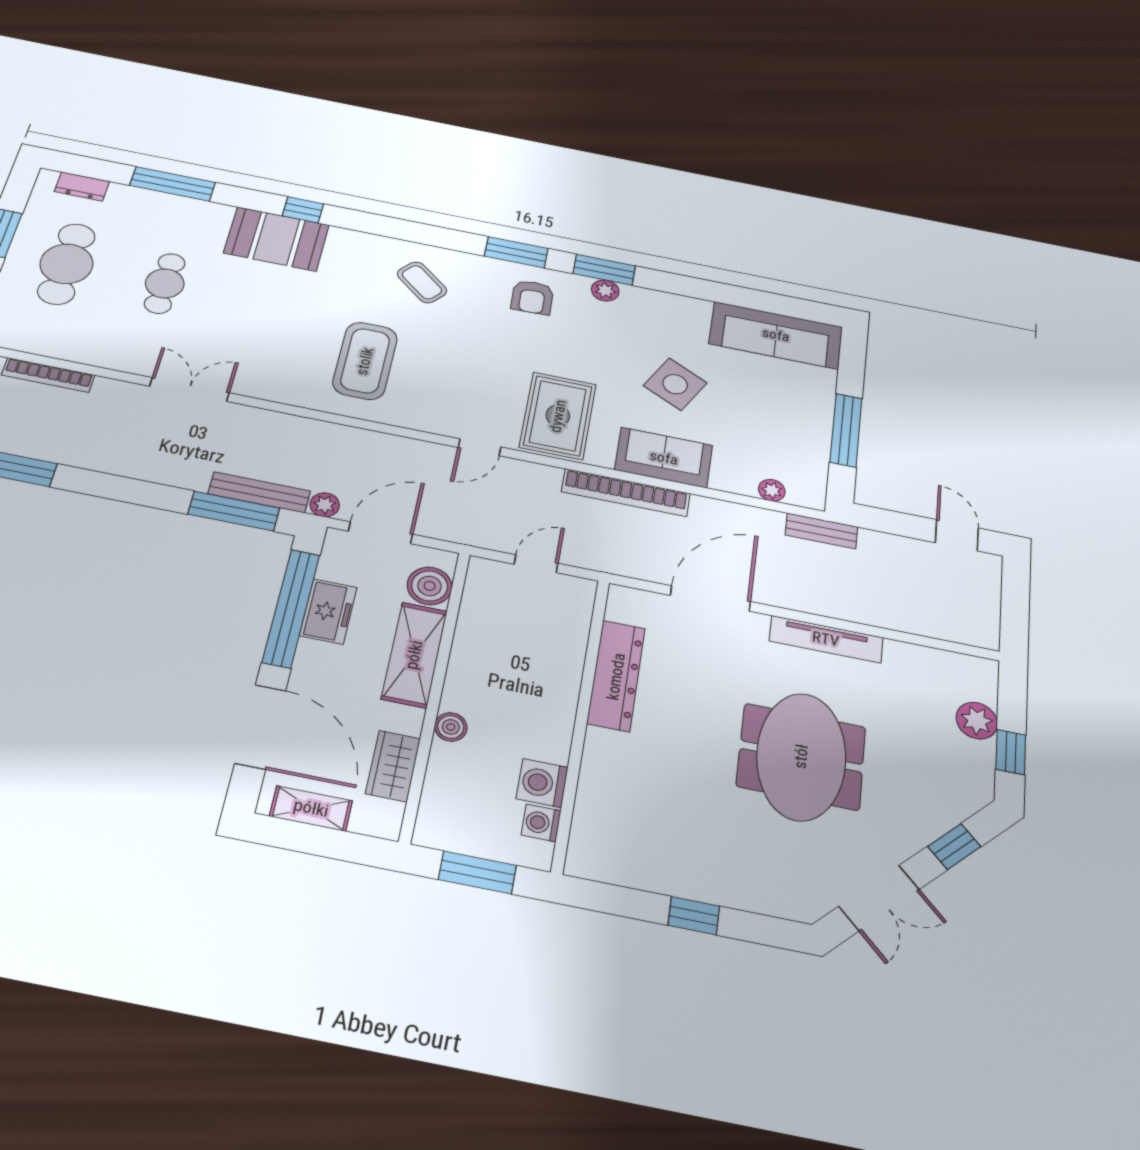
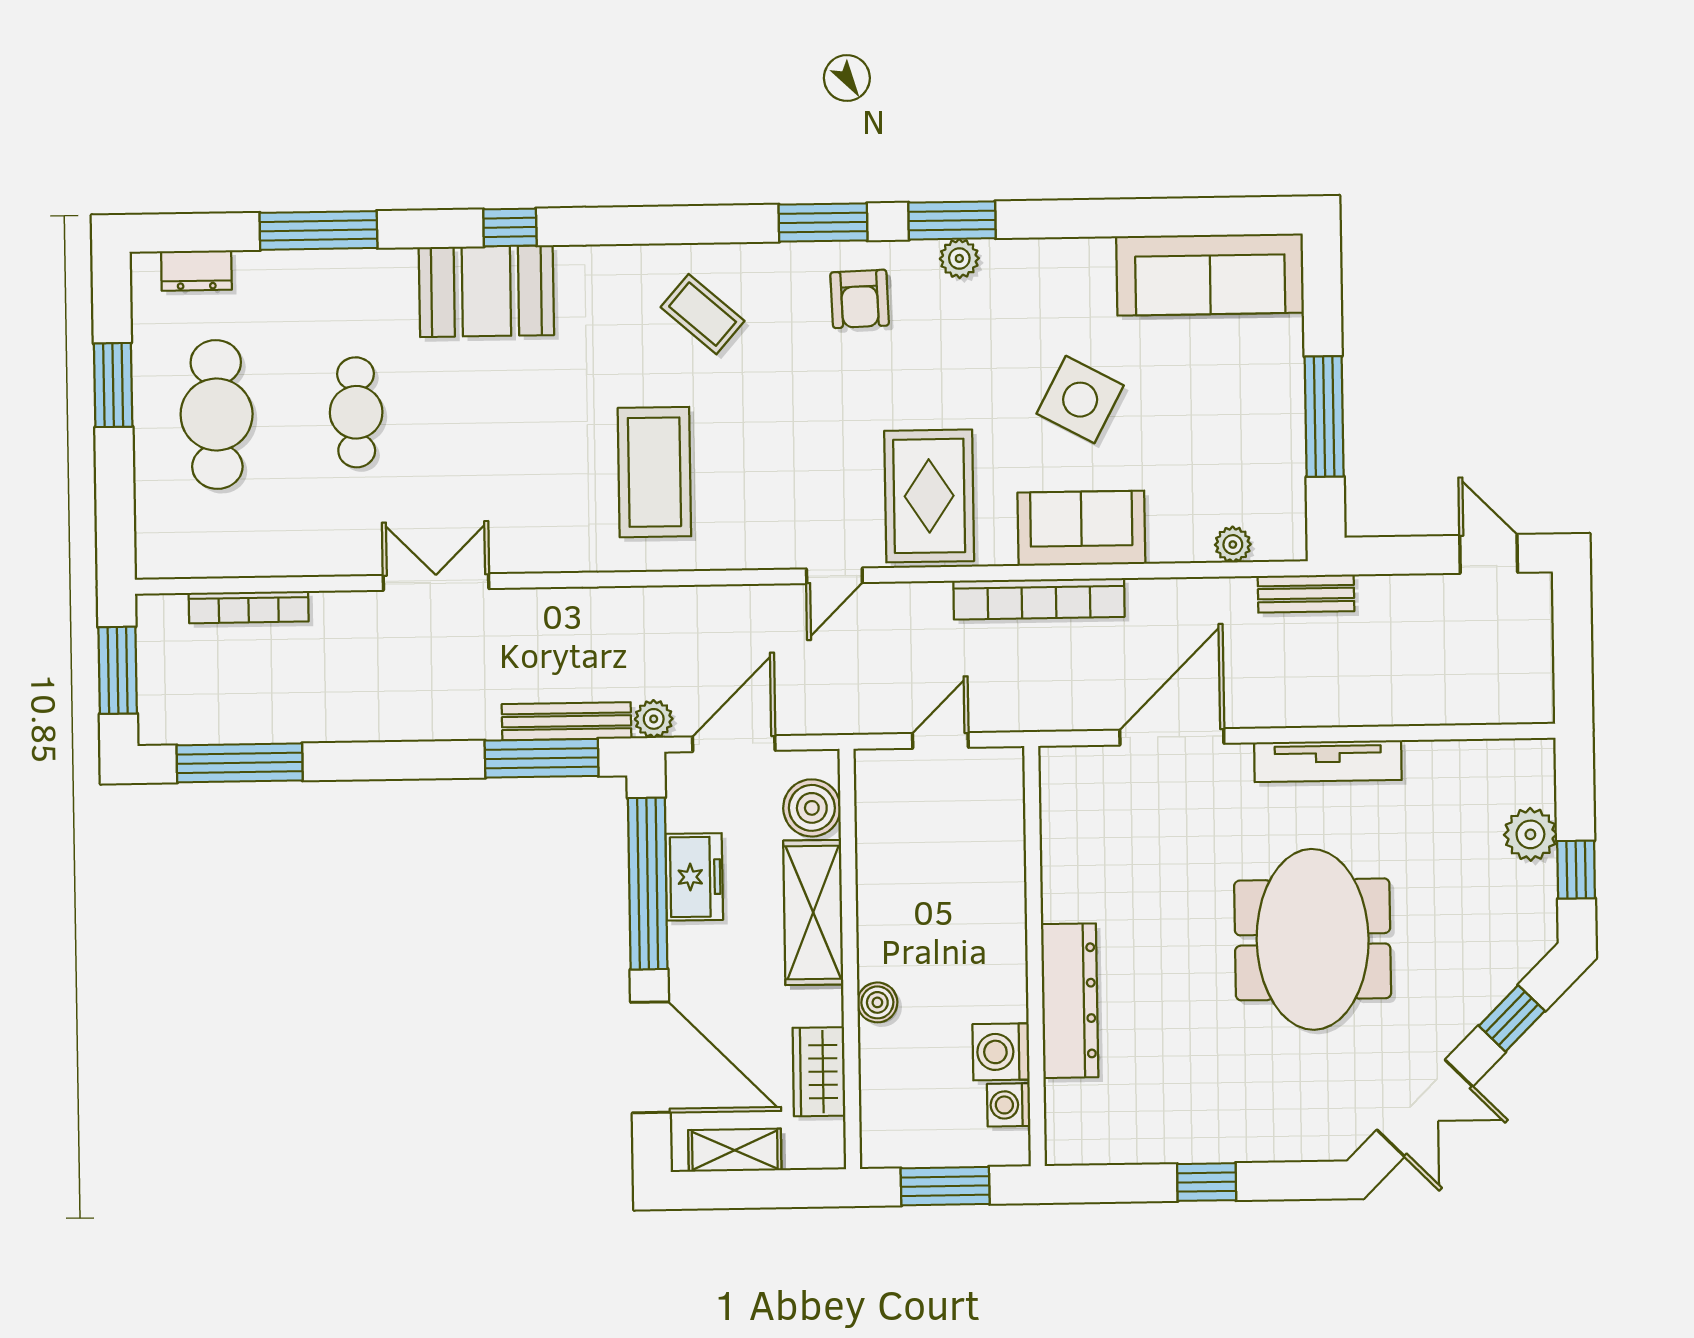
dresser: (616, 676) -> (1070, 1001), moved

